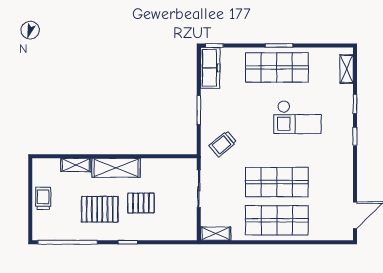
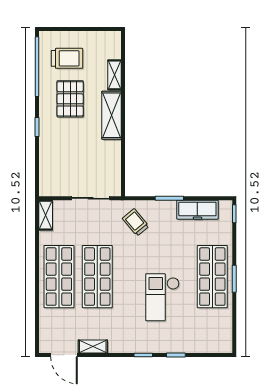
freezer: (210, 68) -> (197, 210), moved
shelving: (347, 69) -> (93, 346), moved
trolley: (43, 198) -> (67, 58), moved, width x1.36, depth x1.39
pallet: (141, 203) -> (76, 140), removed

